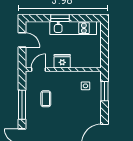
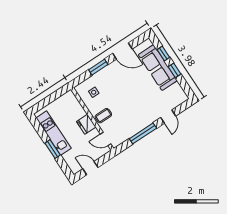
door: (22, 40) -> (90, 168), hinge flipped
window: (105, 91) -> (98, 67), moved
coffee table: (46, 99) -> (103, 116), moved

